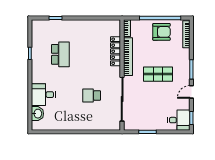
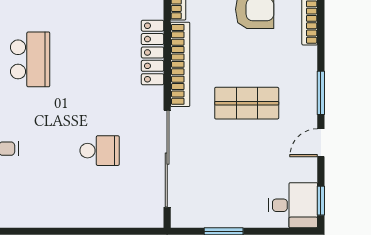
school desk: (92, 95) -> (100, 151), turned 180

